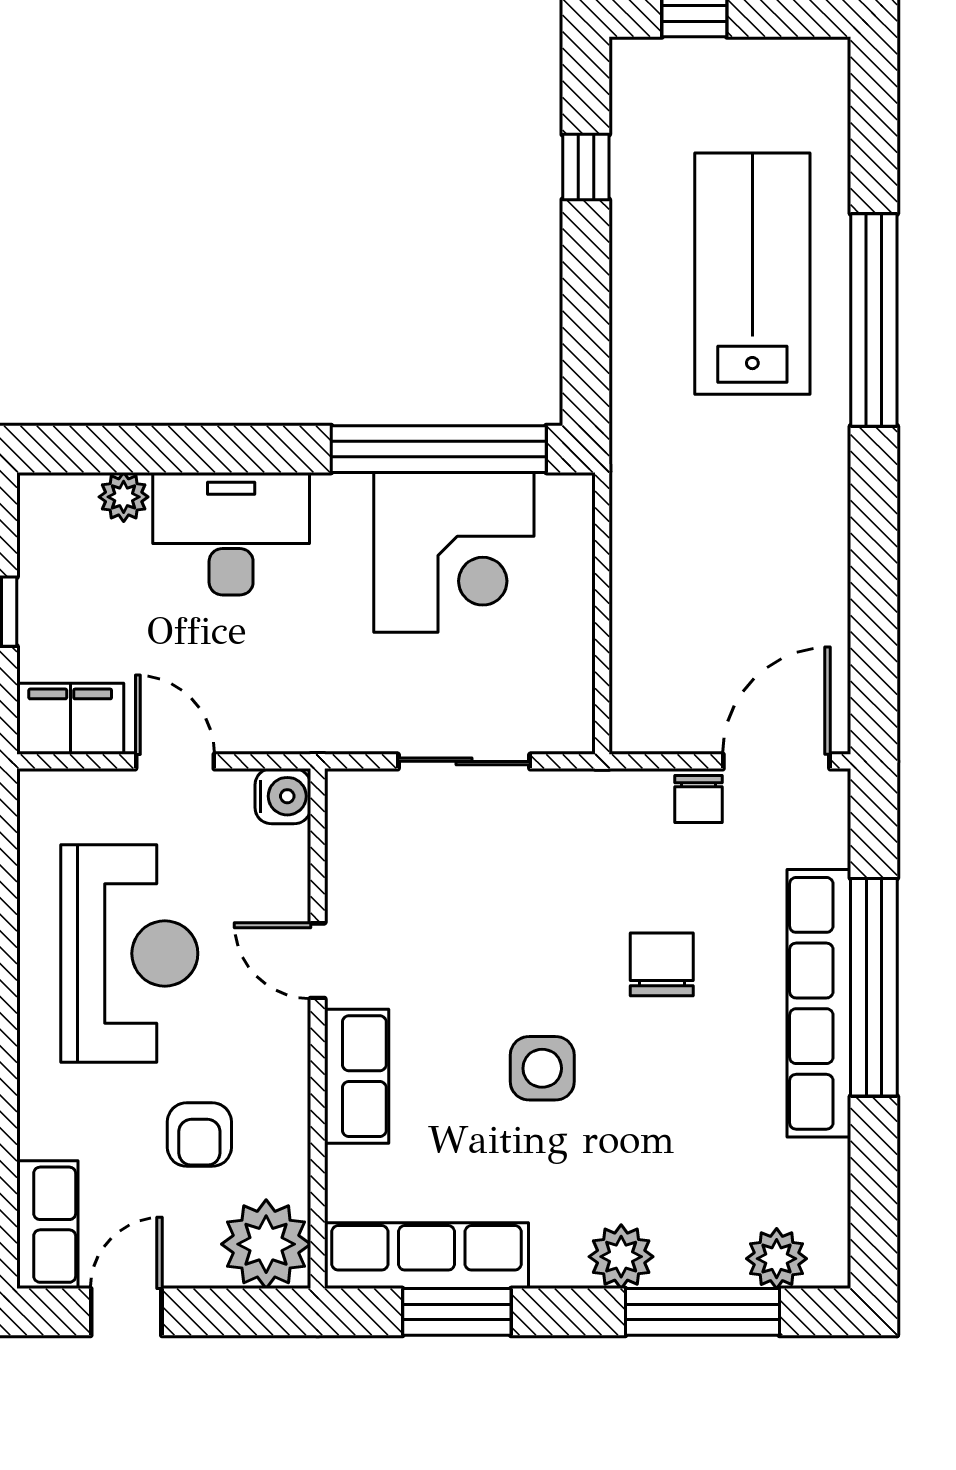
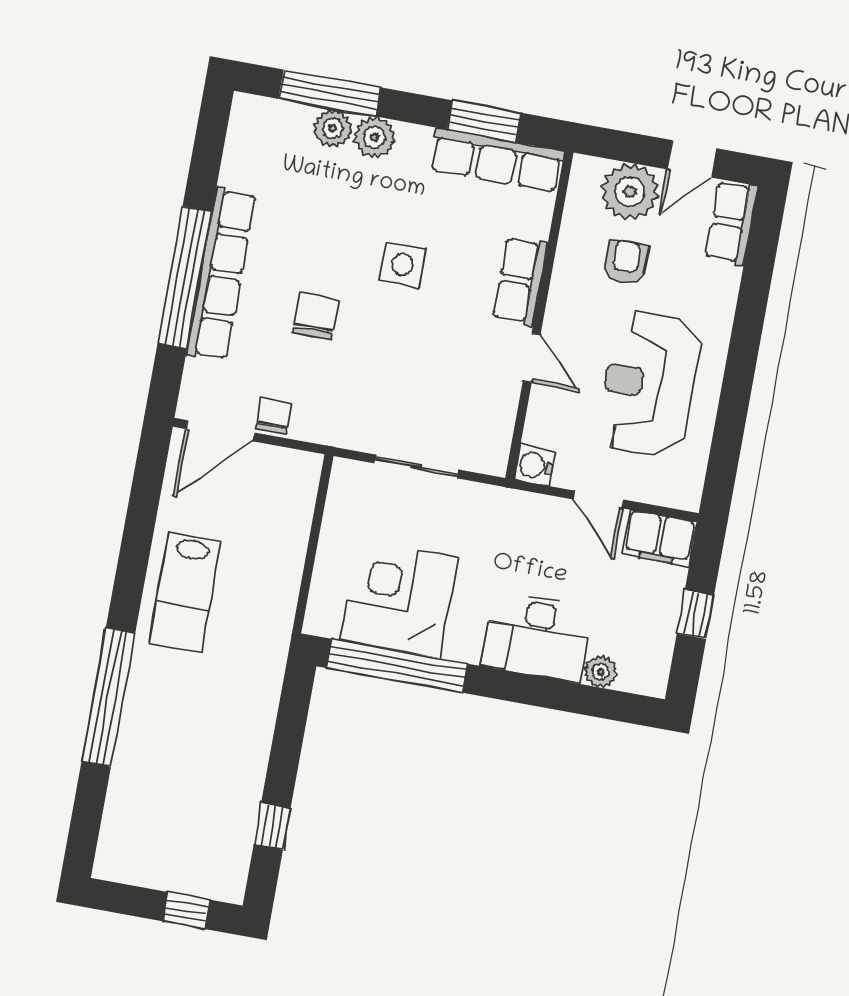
lab bench: (752, 274) -> (185, 592), moved, width x0.73, depth x0.72
chair: (662, 964) -> (316, 316), turned 180
plant: (266, 1244) -> (630, 192), moved
plant: (777, 1259) -> (333, 128), moved

